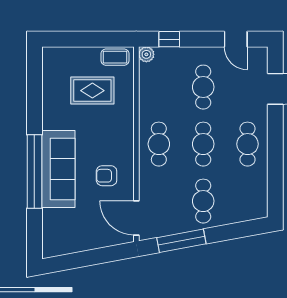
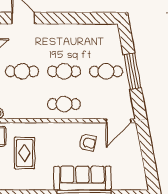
cafe table: (248, 144) -> (64, 39), removed
armchair: (107, 176) -> (87, 143), turned -78
window: (181, 241) -> (132, 71), moved

